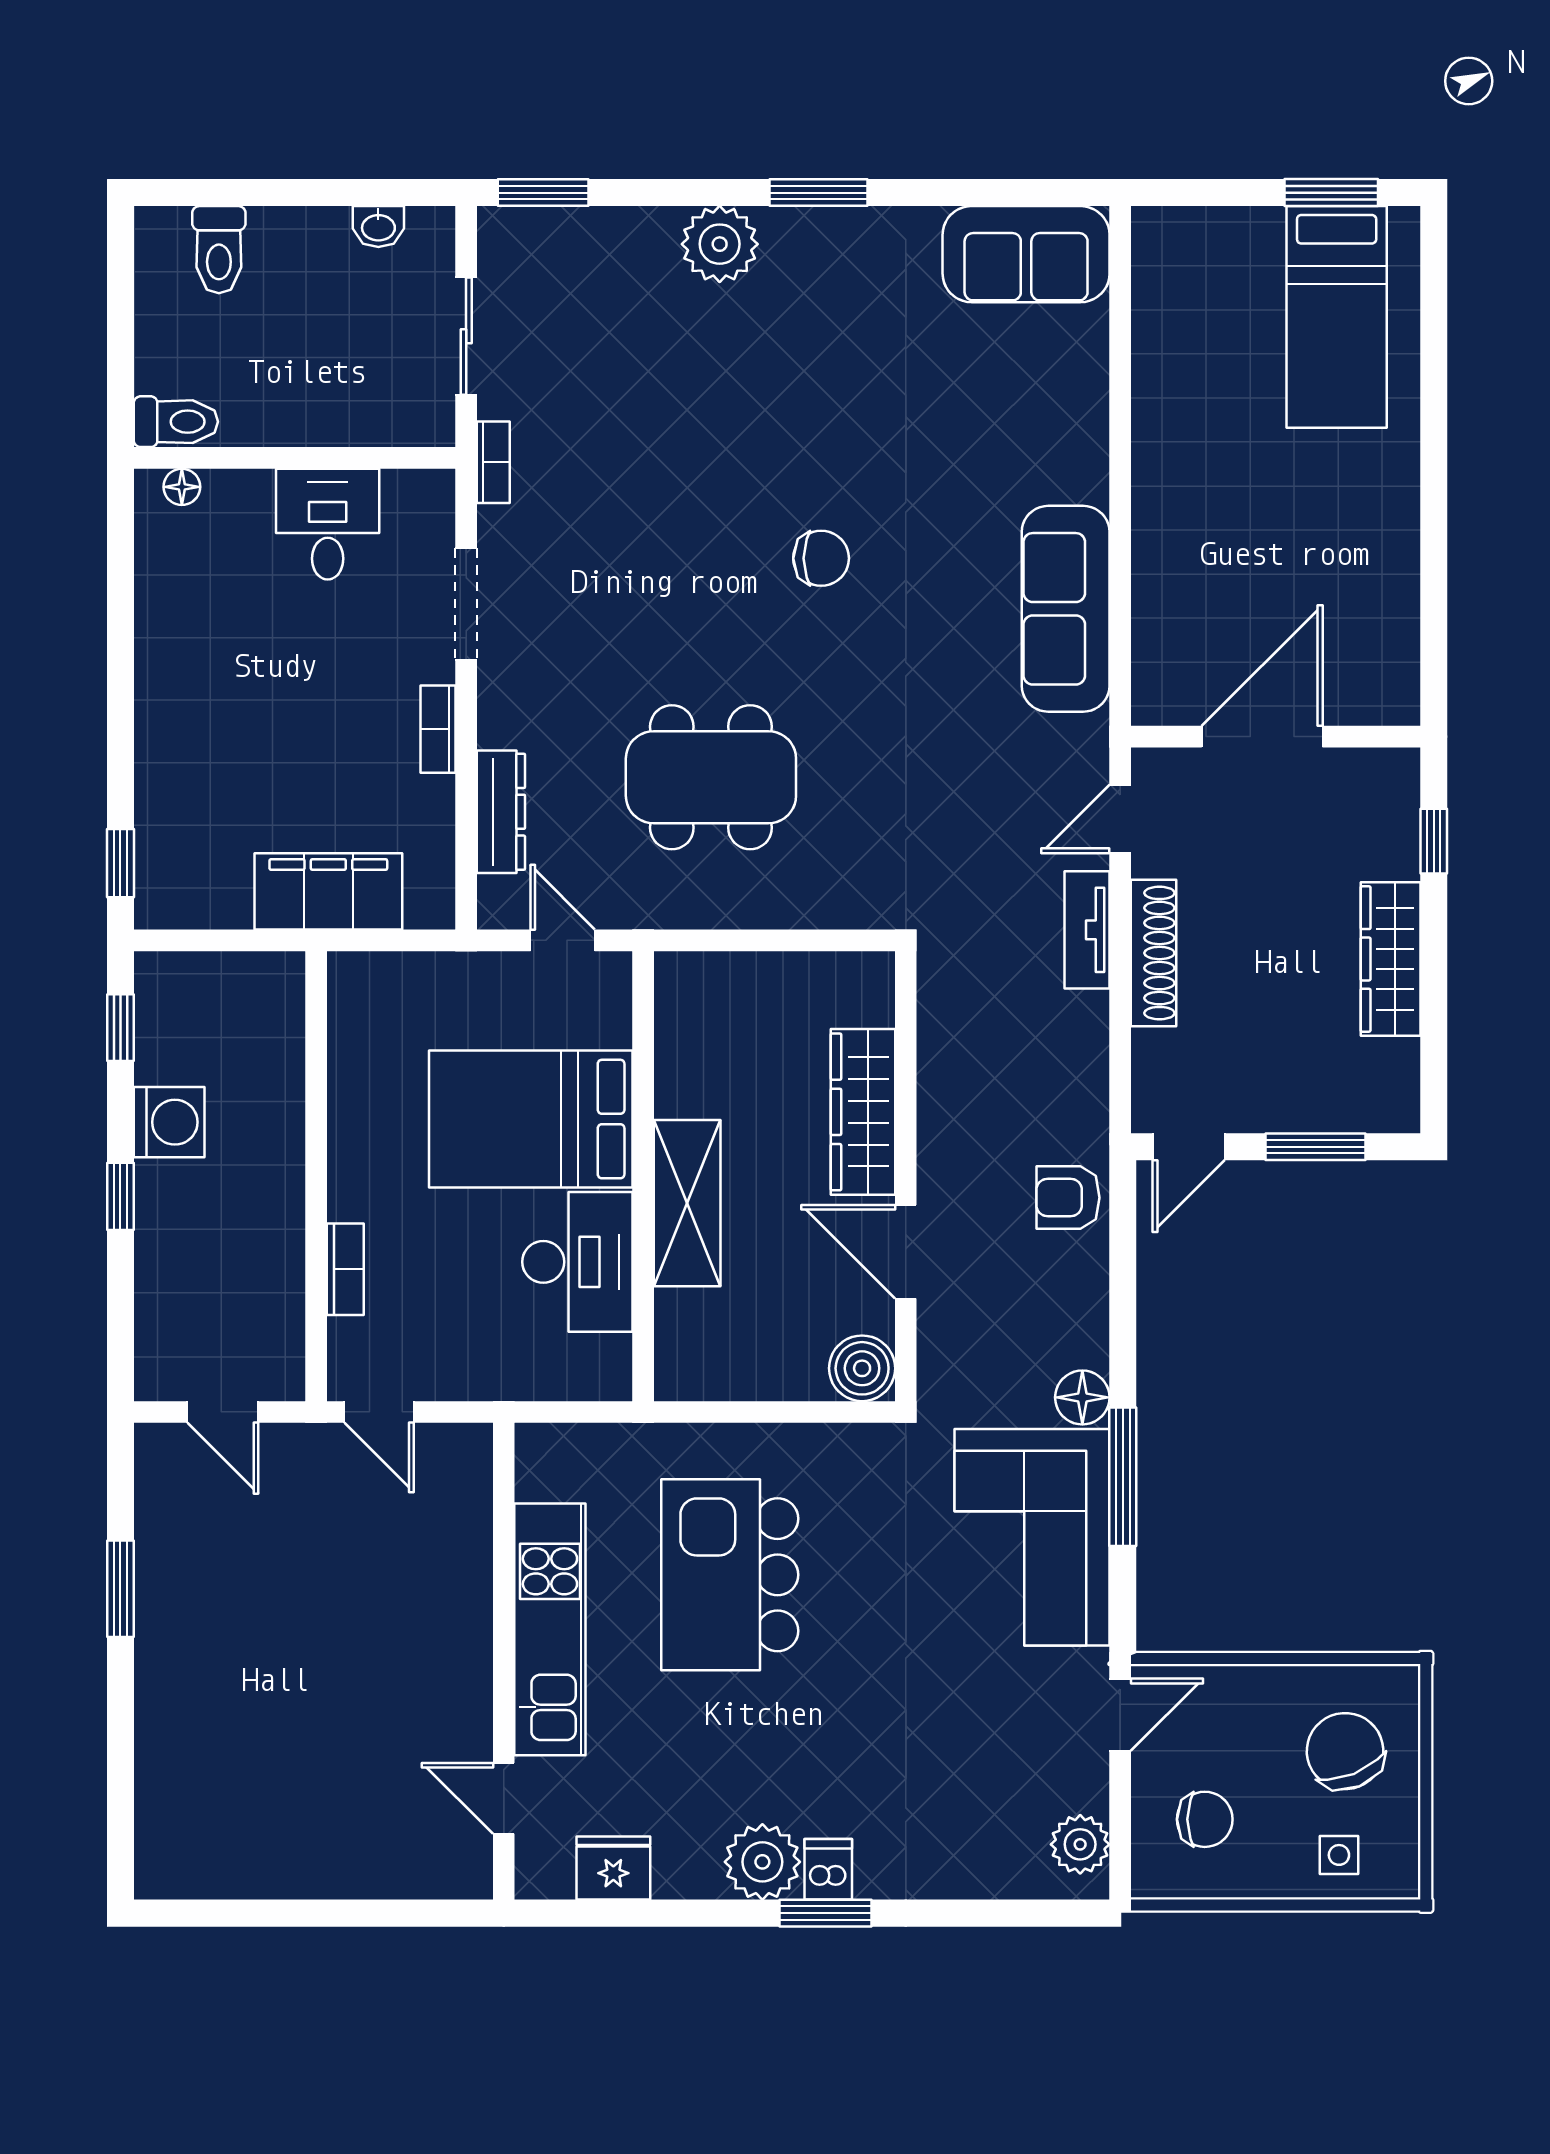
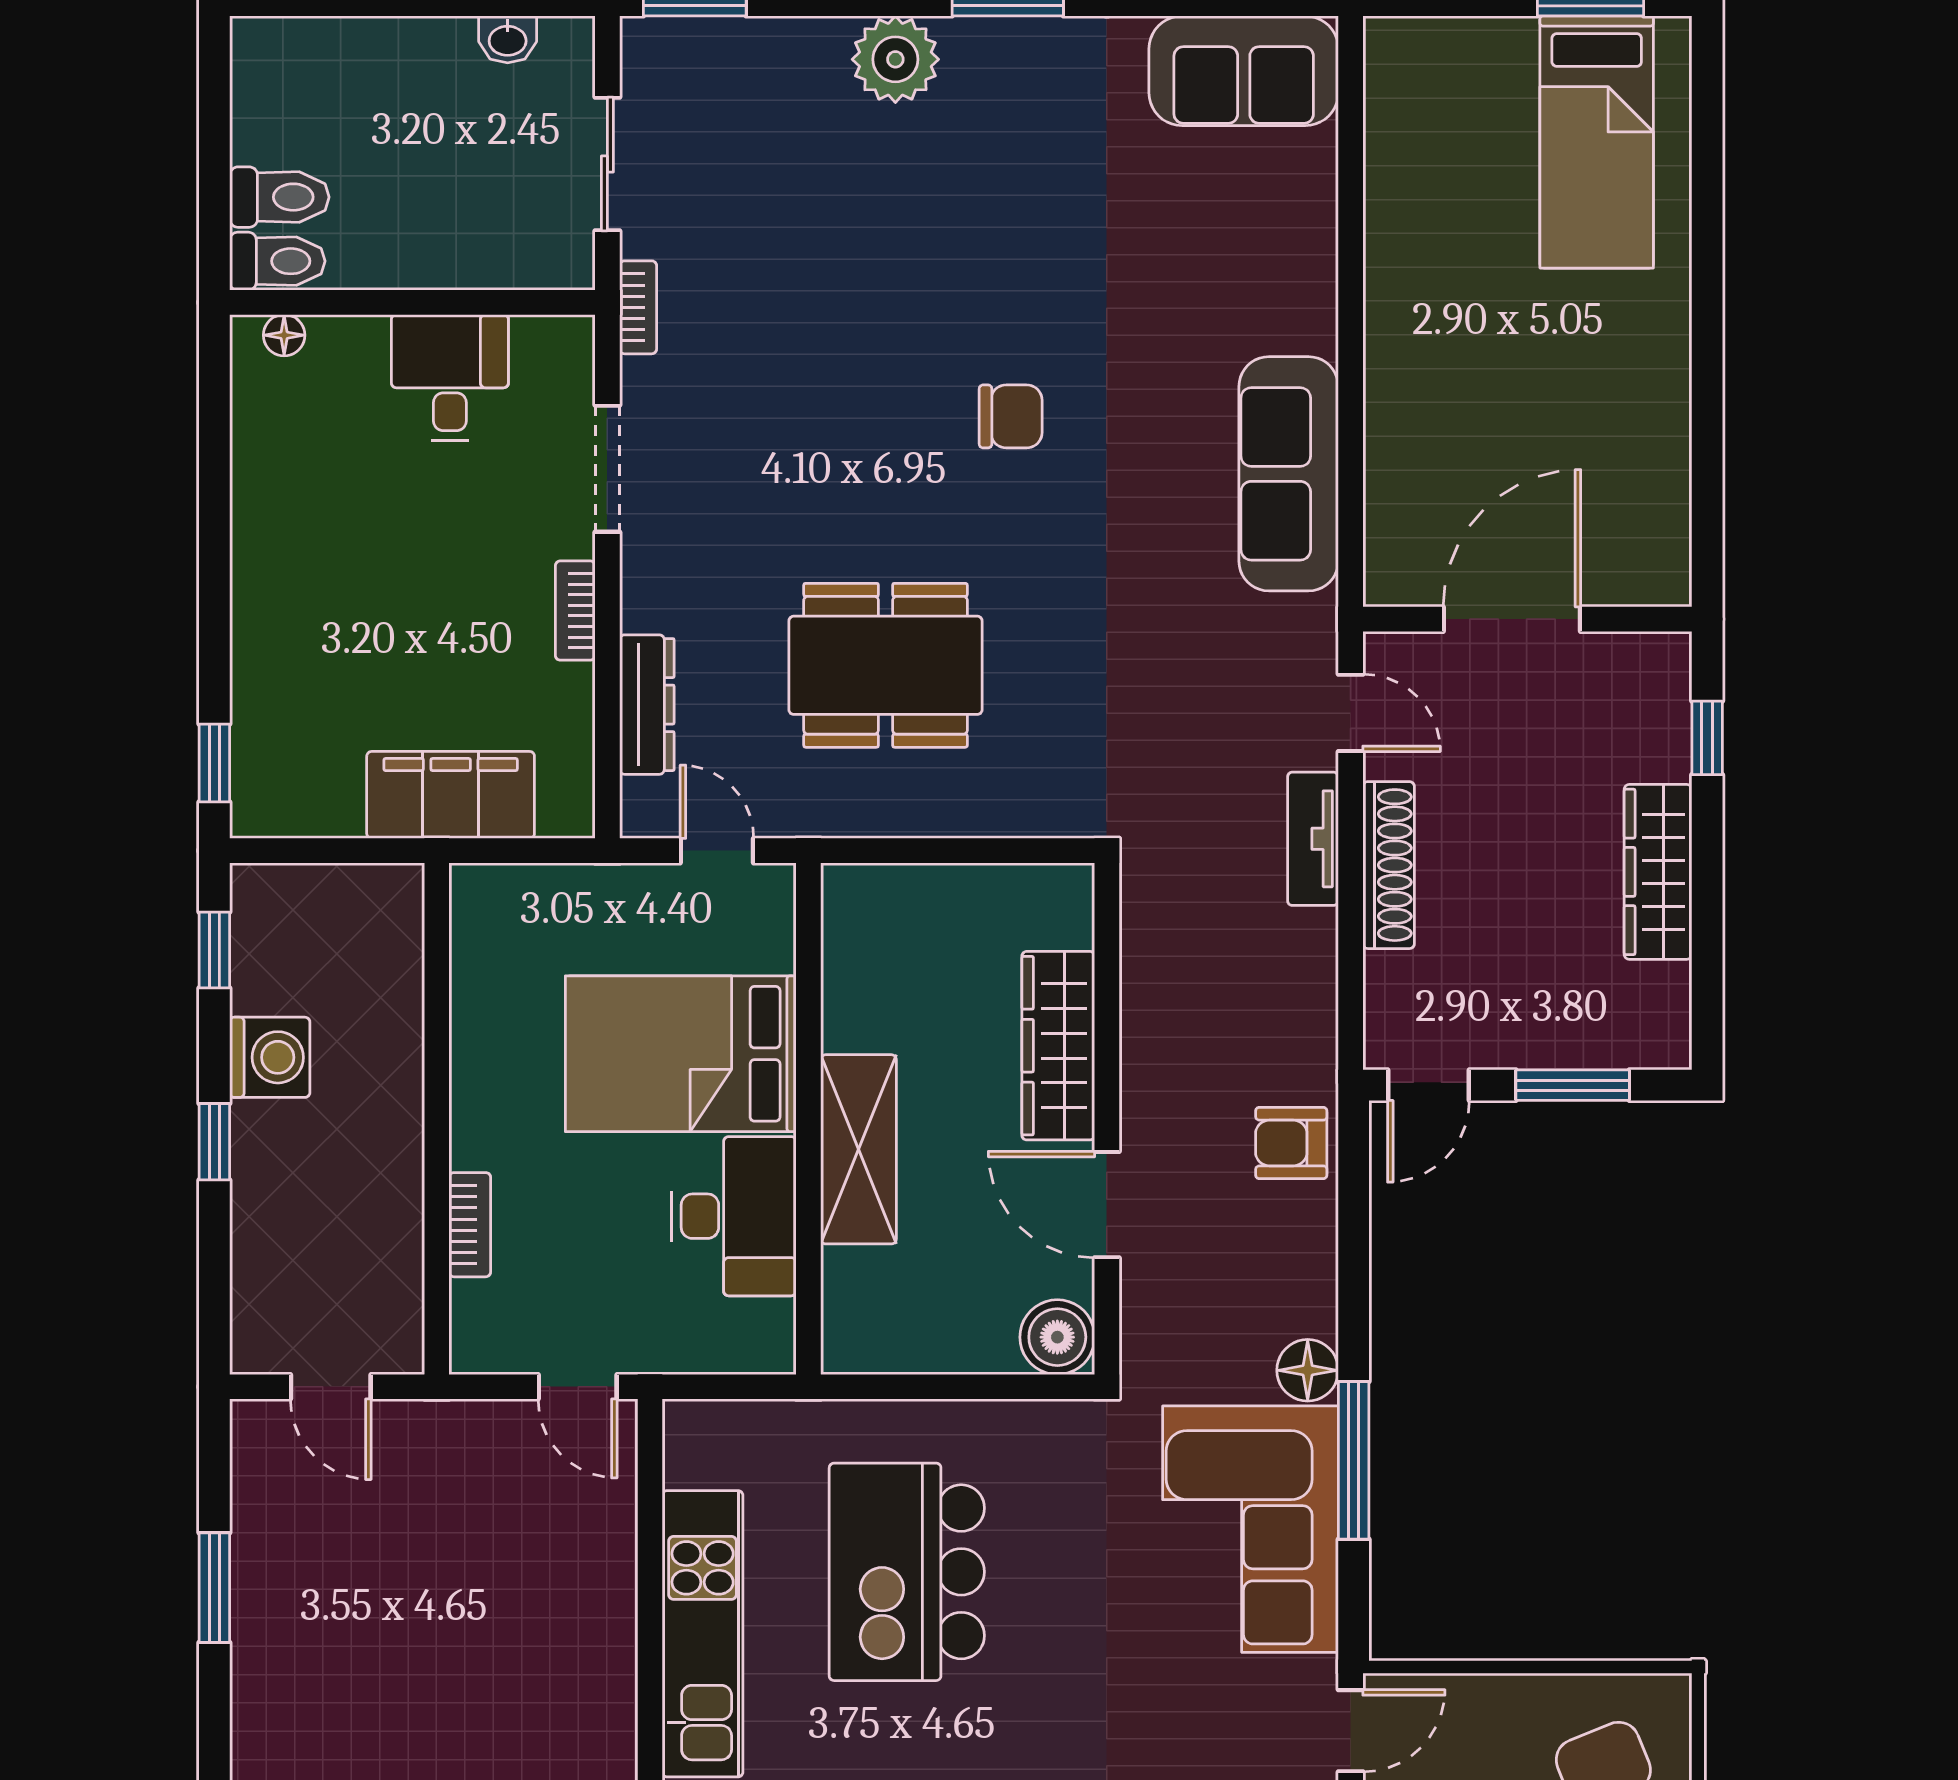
toilet: (219, 250) -> (279, 197), moved, turned -90
door: (1120, 819) -> (1351, 713), swing flipped
door: (379, 1412) -> (578, 1387), moved

